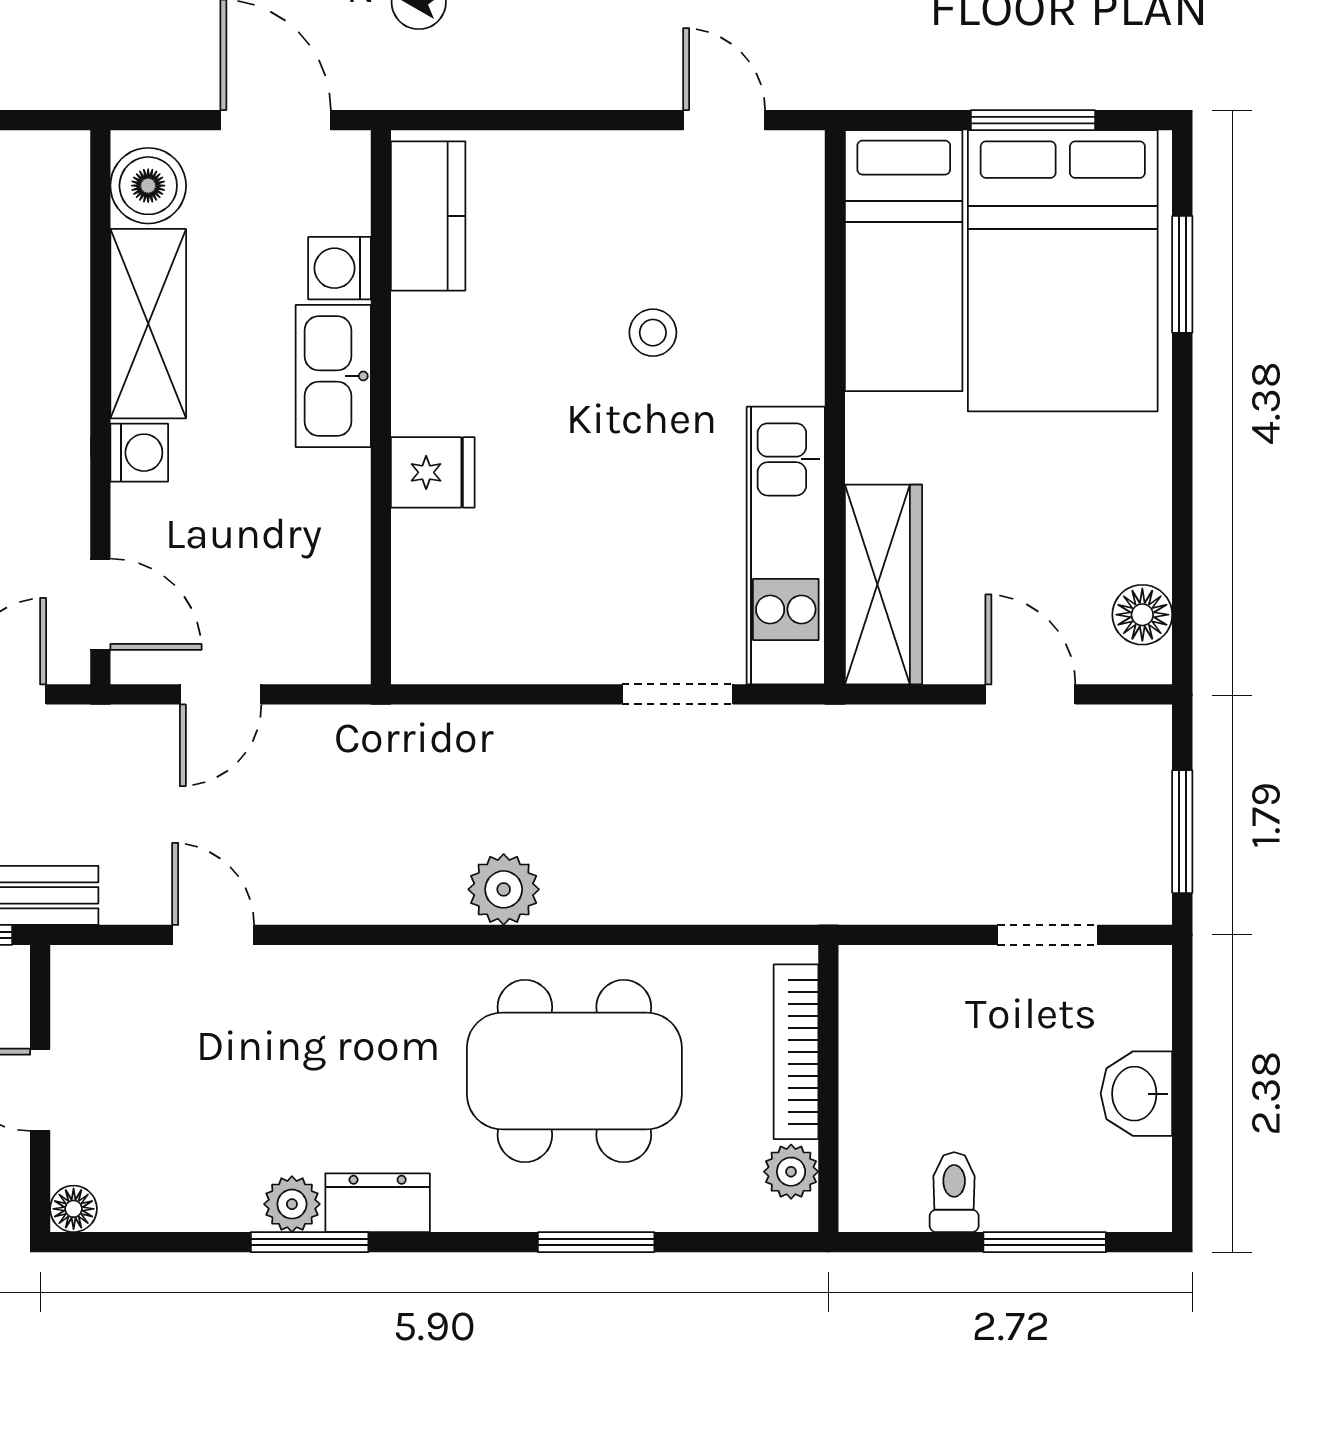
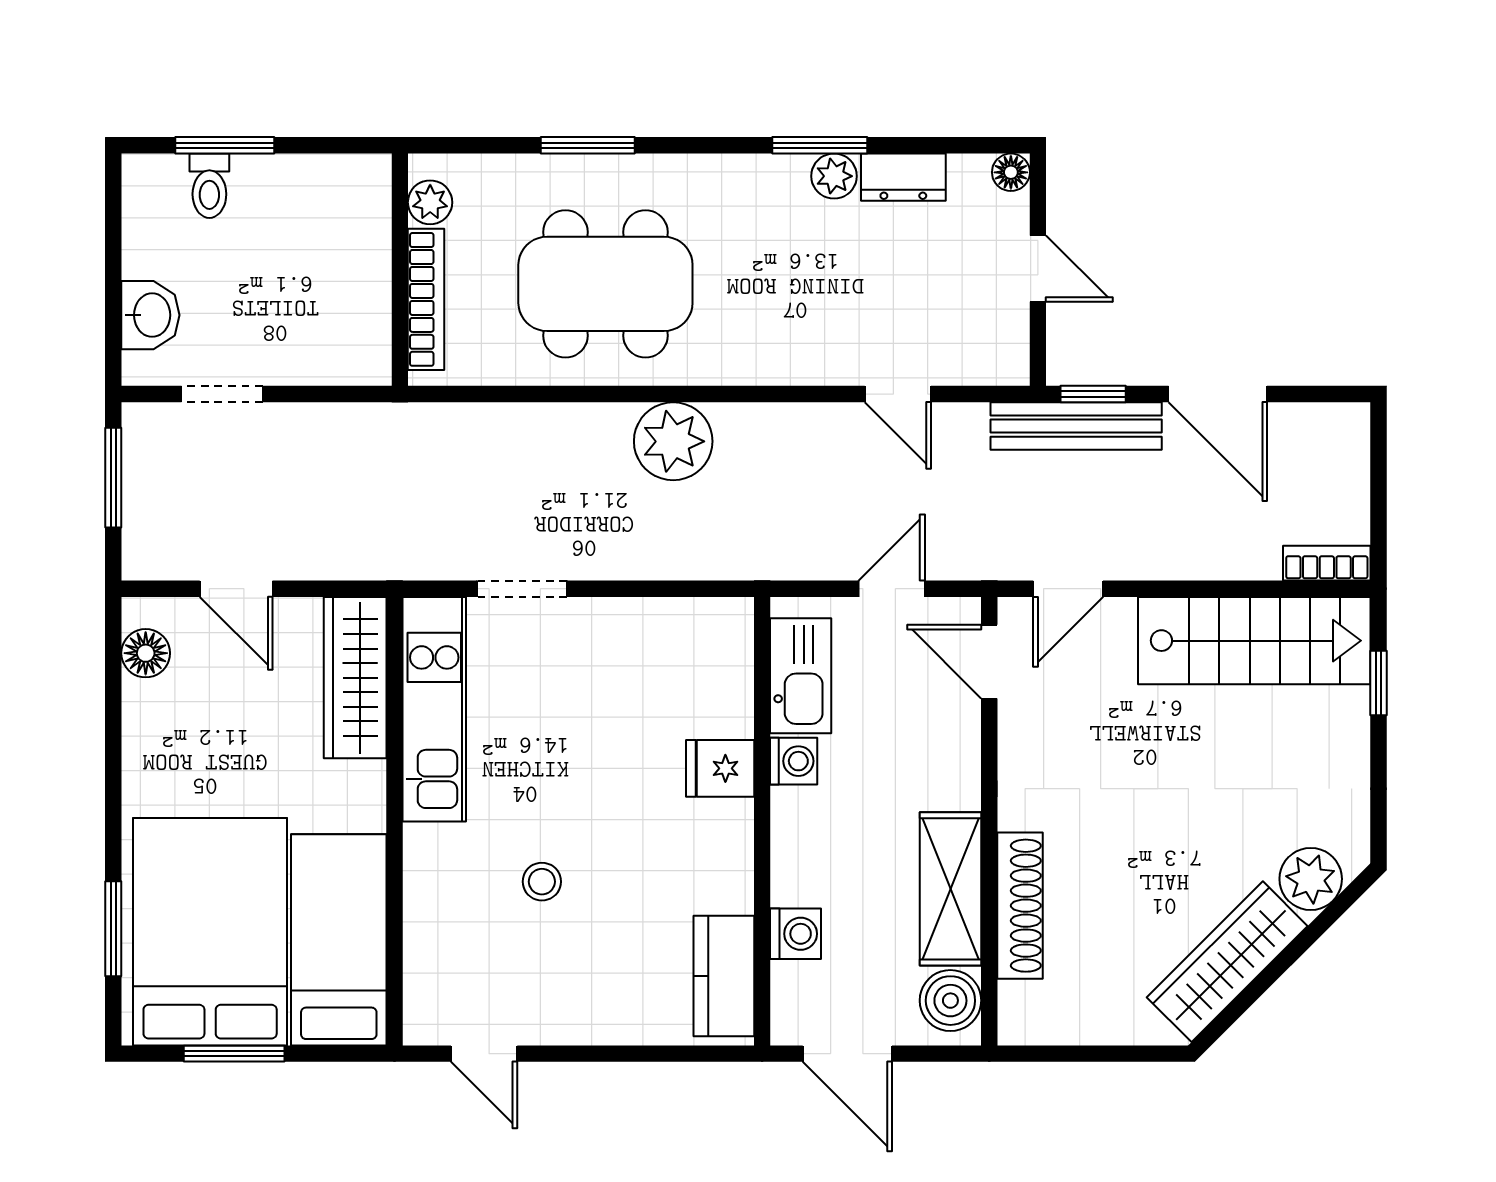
shoe rack: (62, 303) -> (1020, 906), added
kitchen sink: (333, 376) -> (801, 676), moved
washing machine: (139, 453) -> (794, 761), moved, turned 180
plant: (504, 889) -> (673, 441), width x1.36, depth x1.36
washbasin: (1136, 1094) -> (150, 315), moved
toilet: (954, 1192) -> (209, 186), moved
dresser: (378, 1203) -> (903, 177), moved

